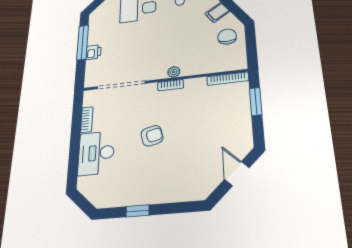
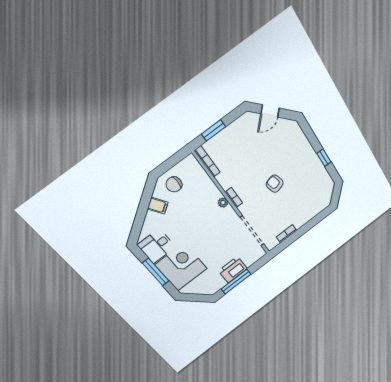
printer: (93, 52) -> (233, 270), width x1.87, depth x1.48
desk: (96, 153) -> (304, 210), removed

